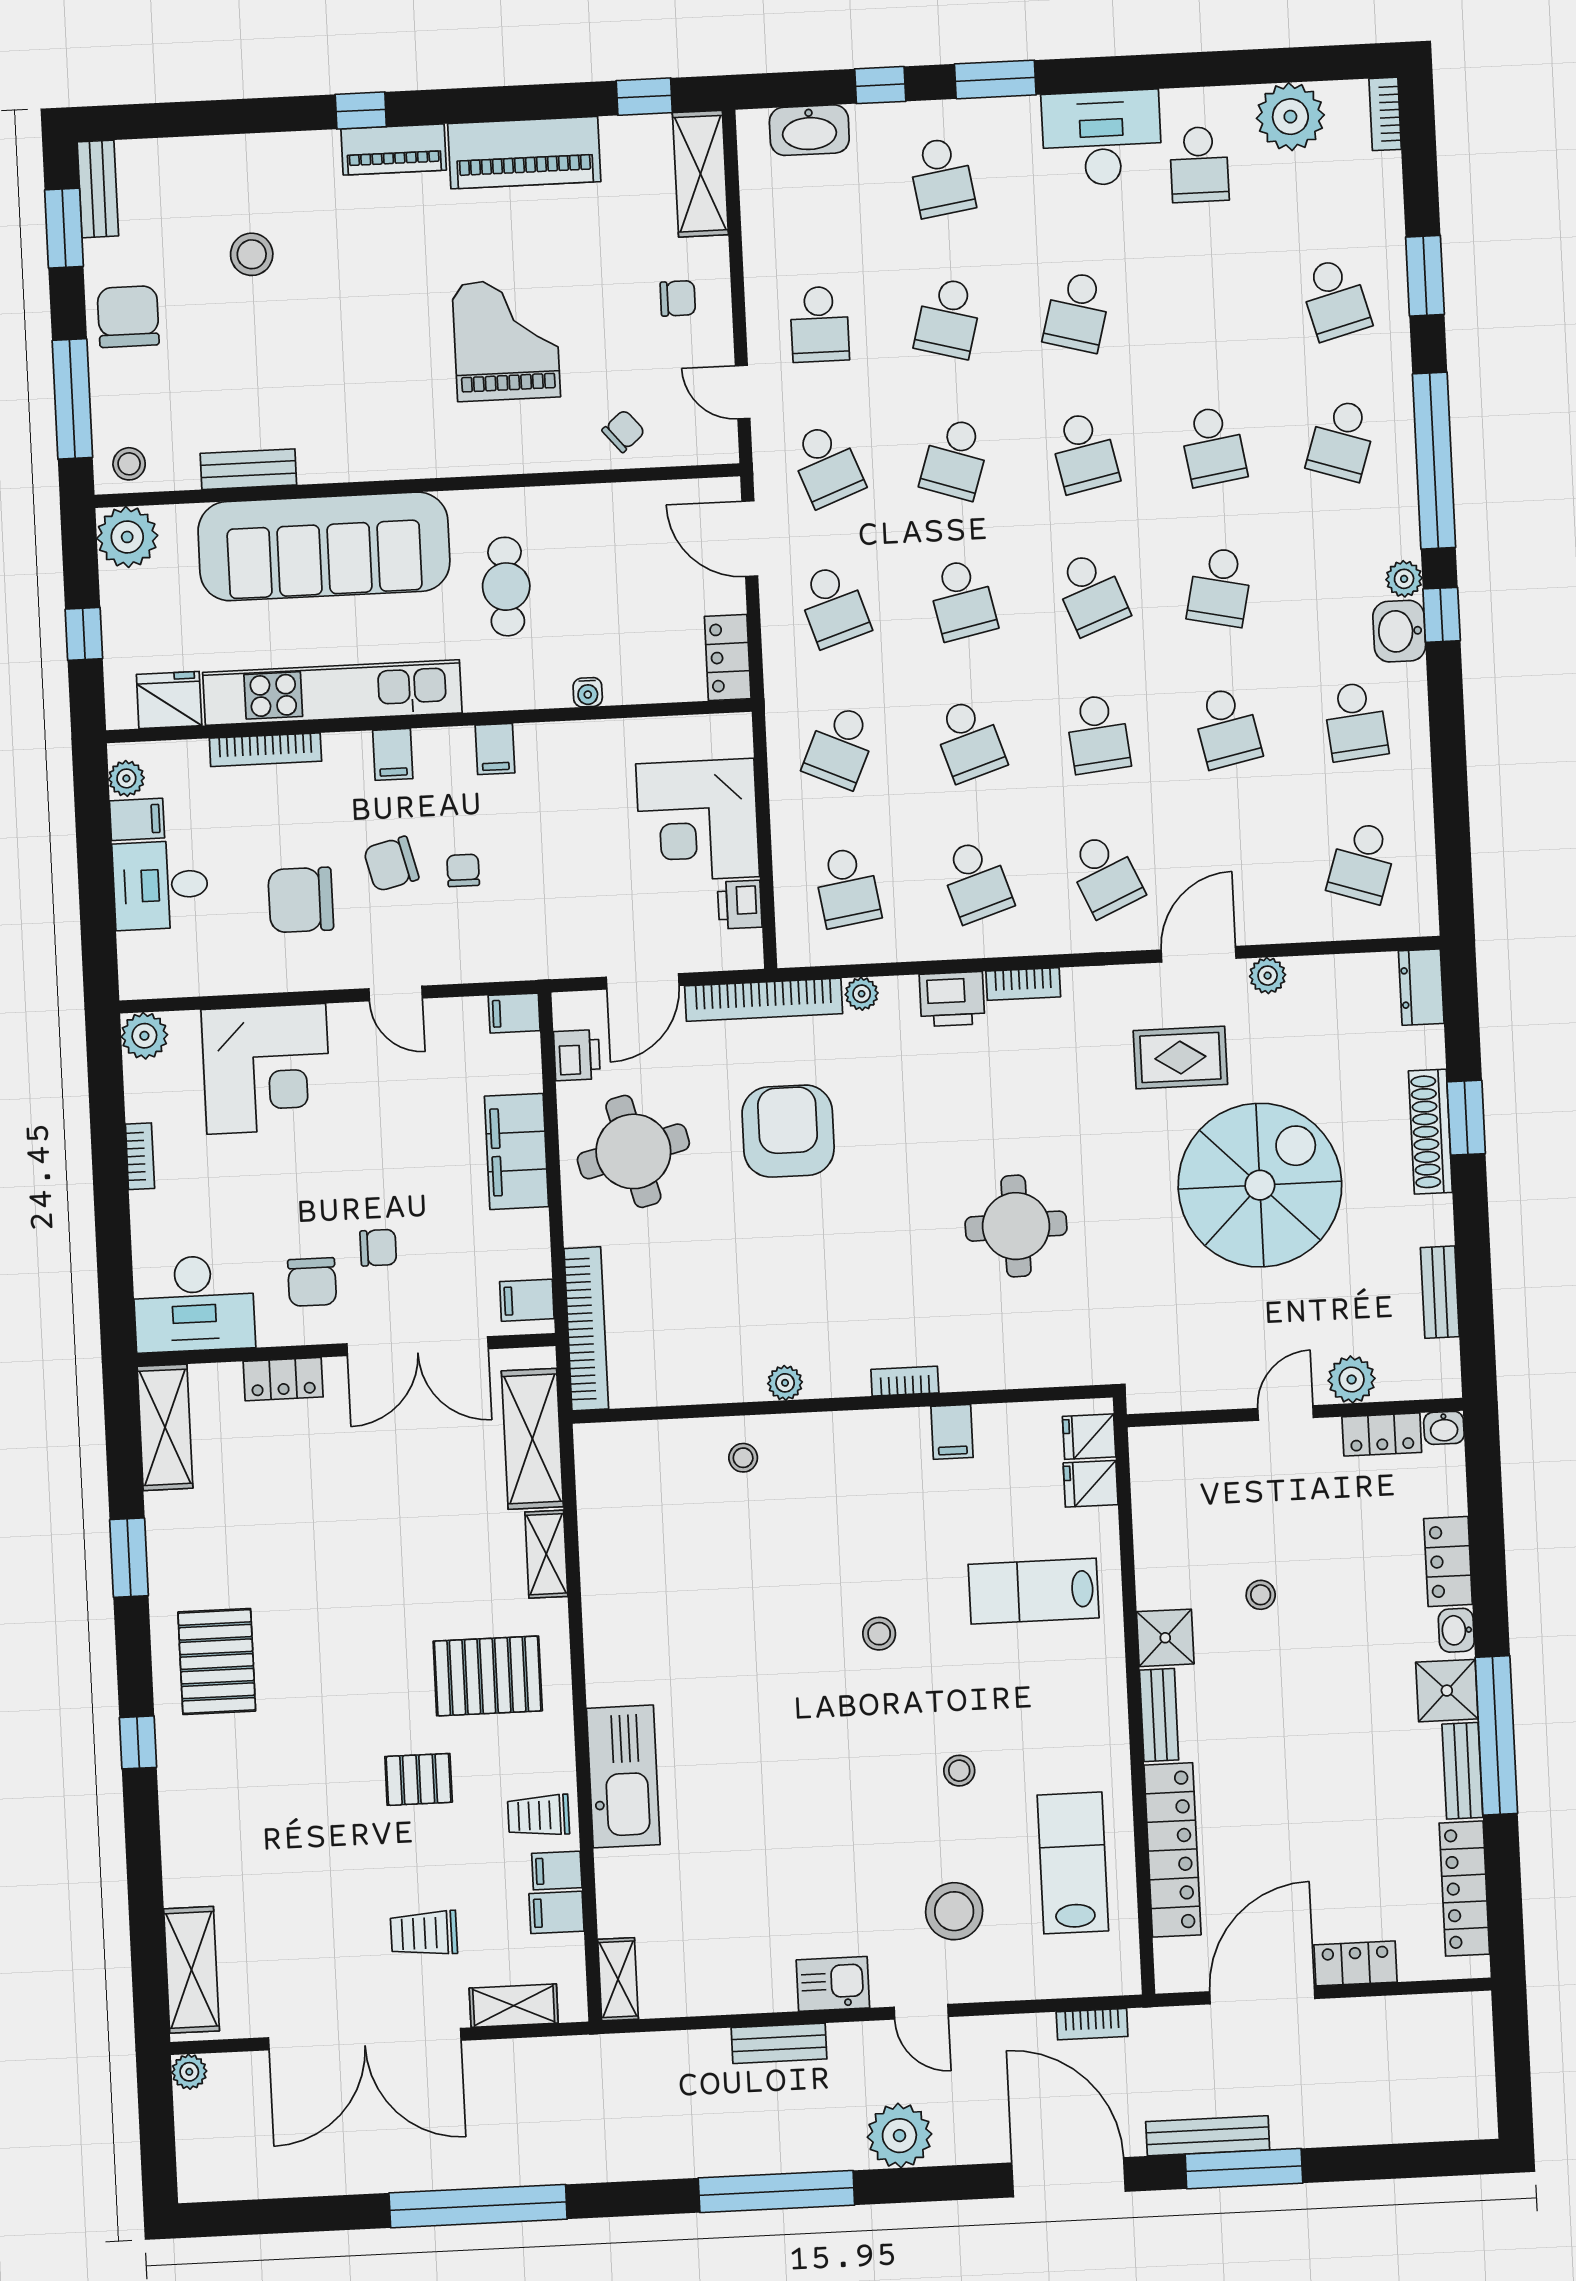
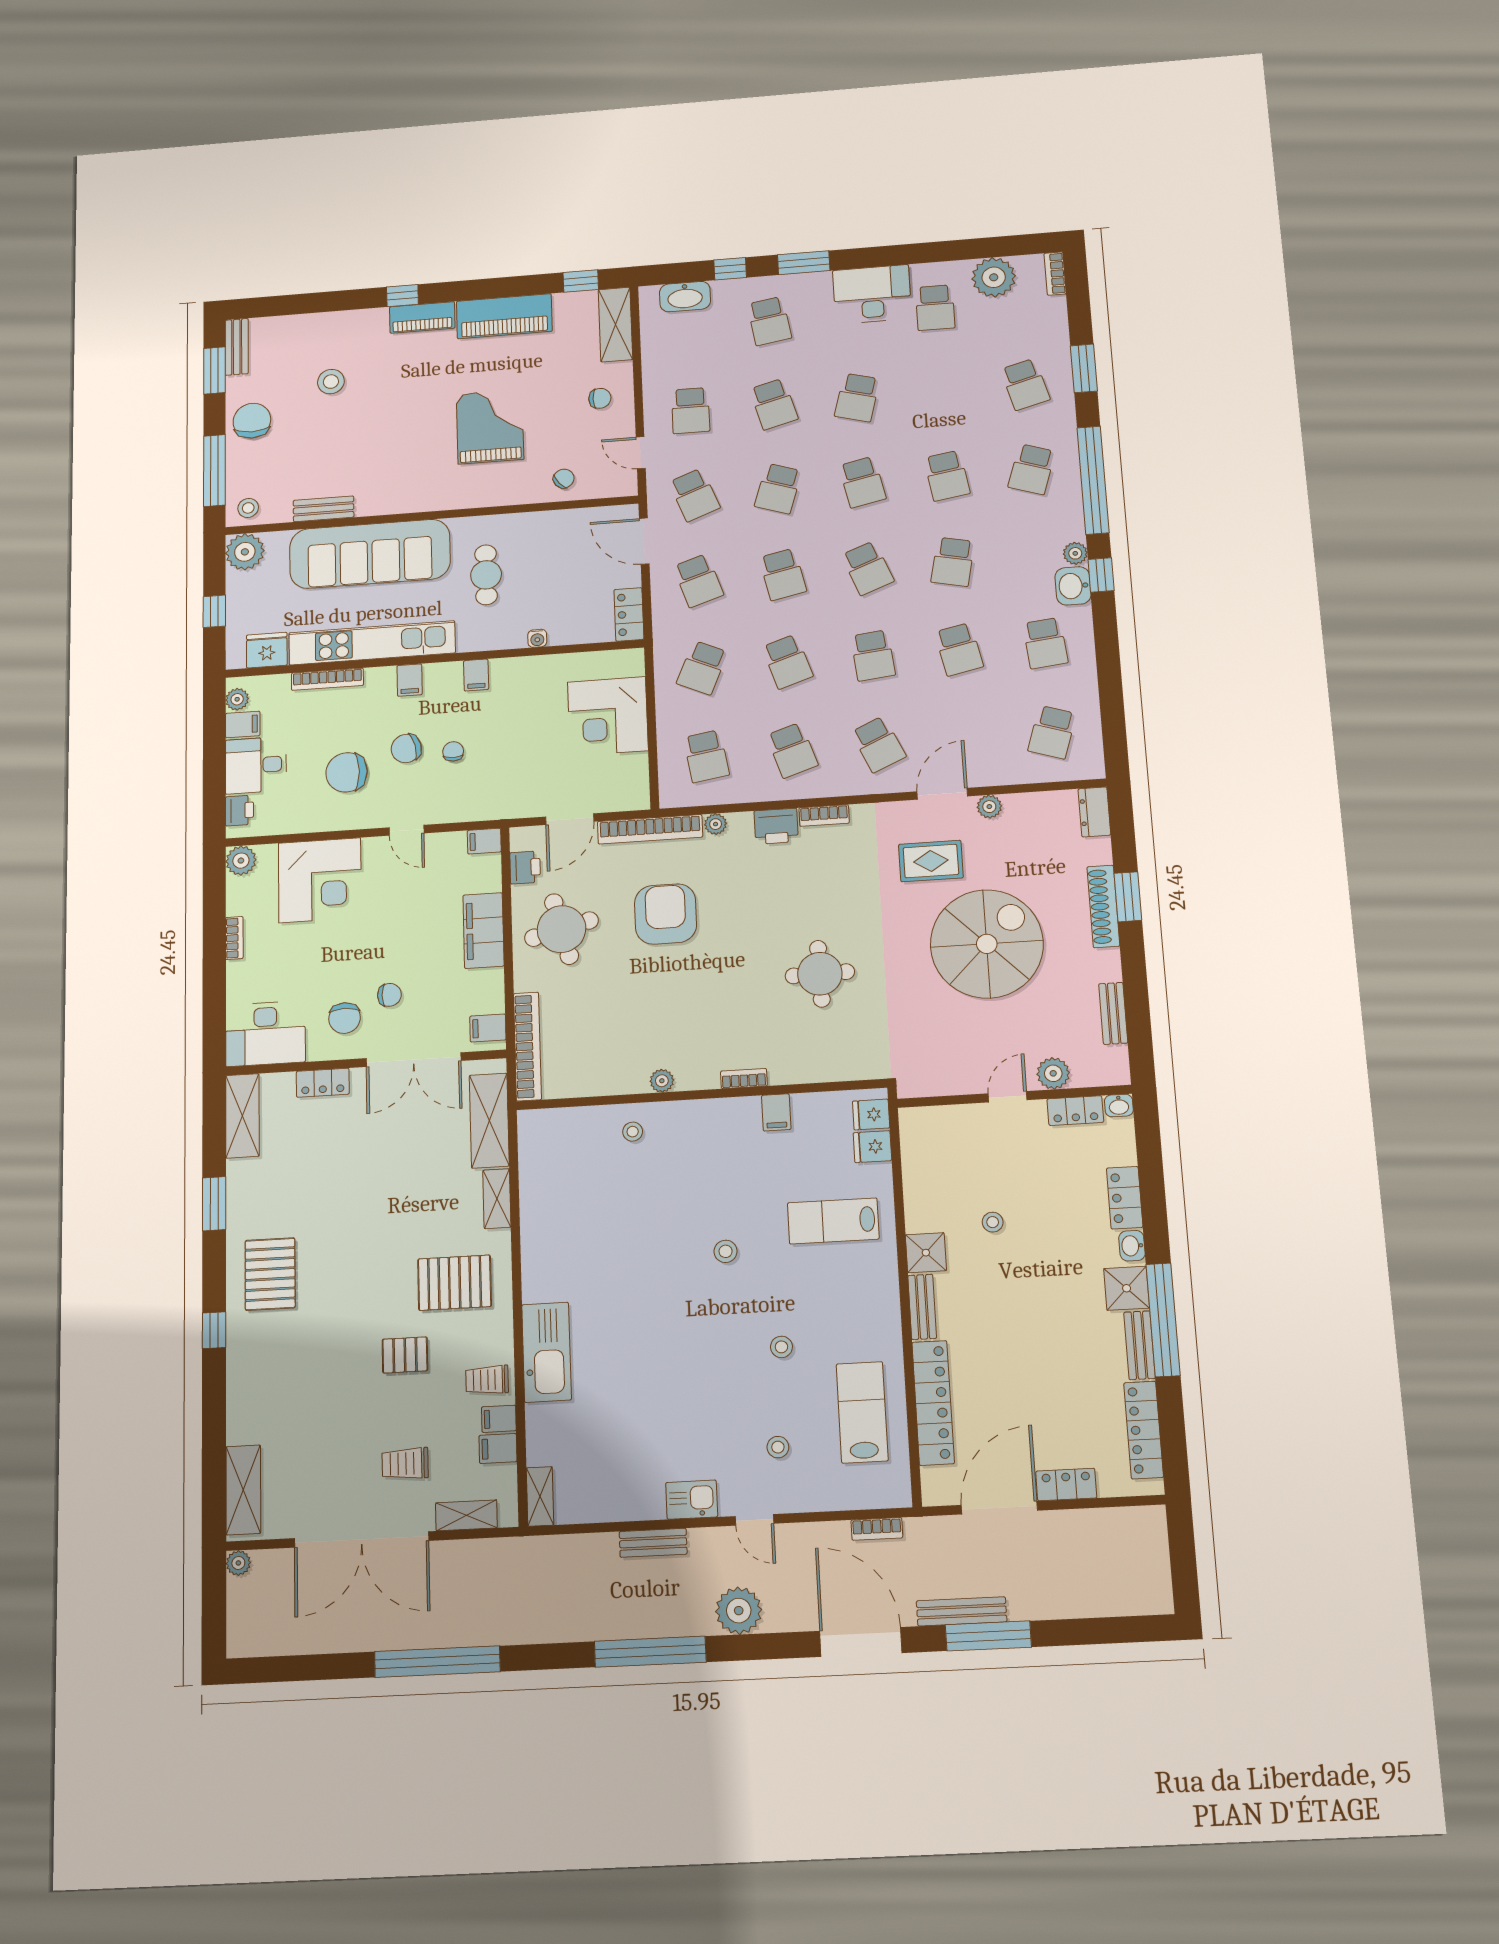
school desk: (948, 318) -> (774, 404), turned -30
printer: (740, 905) -> (239, 811), moved, turned 180
stool: (954, 1911) -> (778, 1447), width x0.53, depth x0.53

